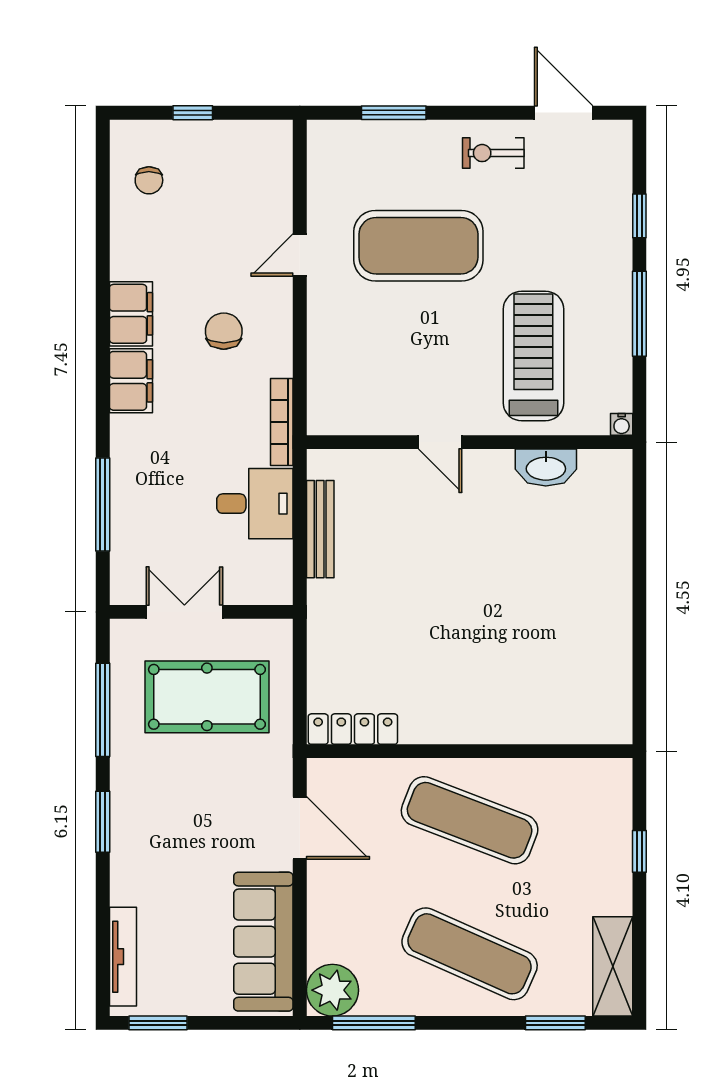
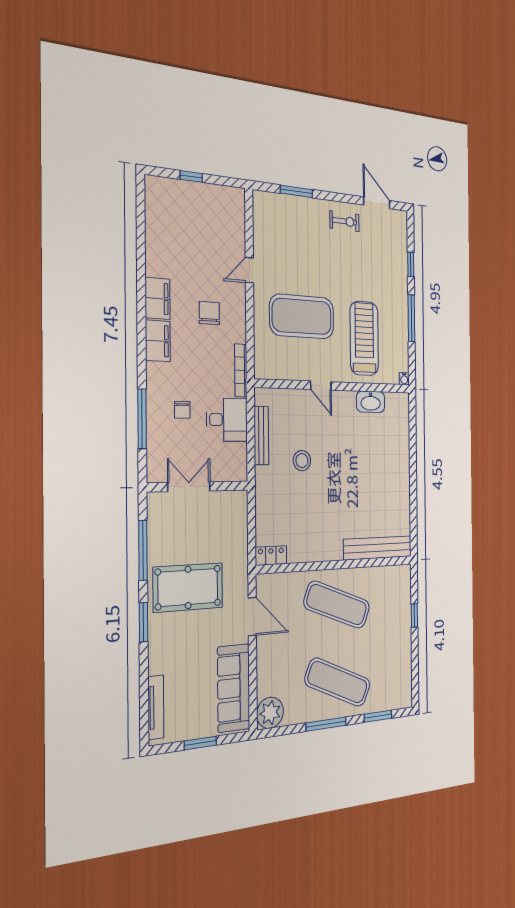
exercise bike: (493, 153) -> (344, 221), turned 180
chair: (149, 180) -> (182, 410), moved
exercise mat: (418, 246) -> (302, 316), moved
stool: (400, 571) -> (302, 461), added
pool table: (207, 697) -> (188, 587), moved
bench: (559, 726) -> (378, 548), added
locker: (353, 729) -> (271, 556), width x0.66
shelving: (613, 966) -> (403, 681), removed
window: (158, 1023) -> (200, 743), moved
window: (374, 1023) -> (326, 724), moved

